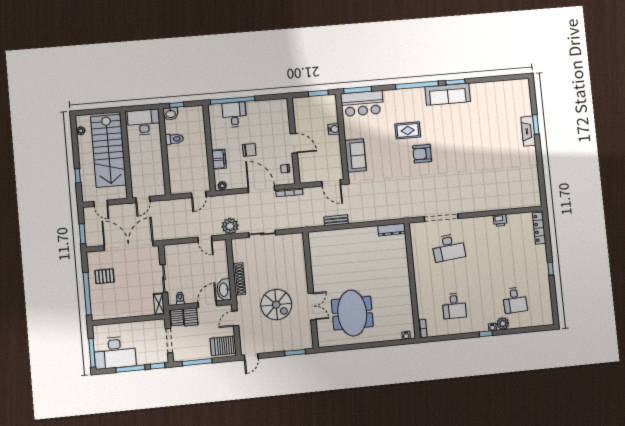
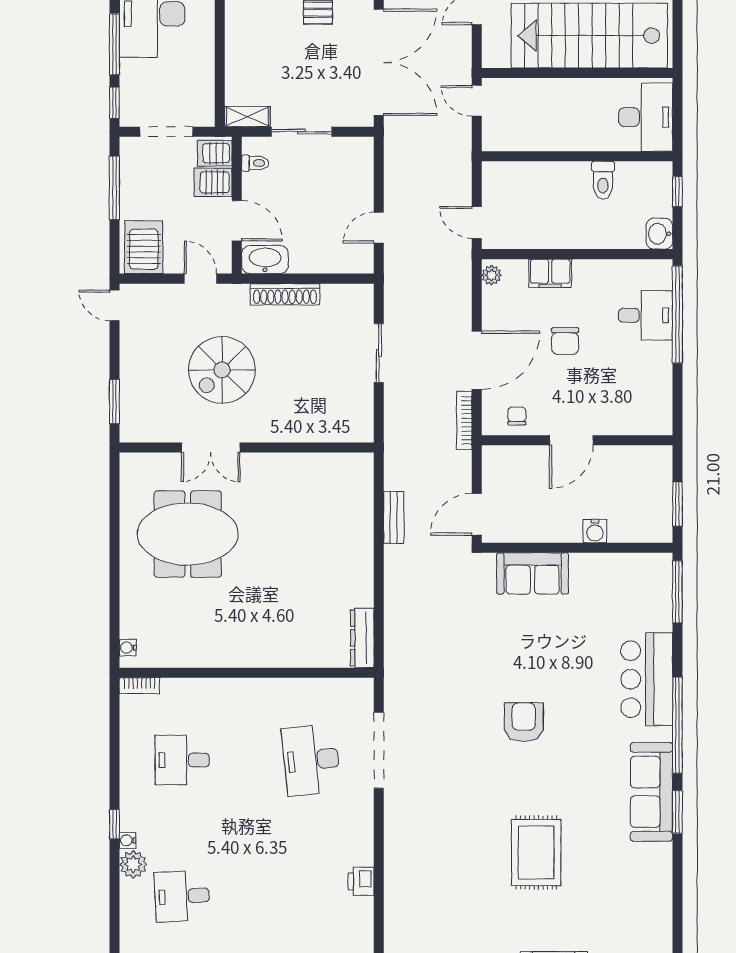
bar counter: (362, 103) -> (647, 679), moved
washbasin: (171, 114) -> (659, 234), moved
rug: (408, 130) -> (536, 852), moved, width x1.36, depth x1.43
plant: (230, 226) -> (402, 285), removed

